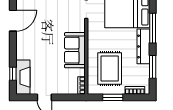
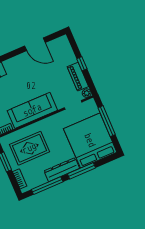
sofa: (75, 50) -> (32, 110), width x1.36
window: (153, 67) -> (47, 186), width x1.44

